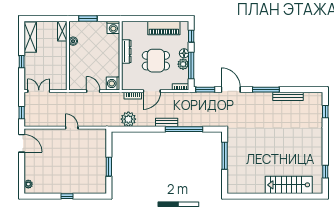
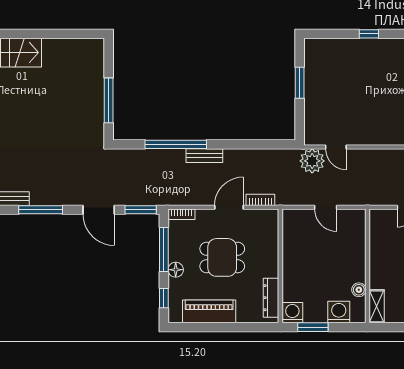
window: (88, 18) -> (313, 327), moved
dresser: (126, 51) -> (271, 298), moved
plant: (183, 64) -> (177, 252), removed
washing machine: (113, 84) -> (339, 312), moved, turned -90
plant: (128, 119) -> (312, 161), moved
door: (72, 128) -> (336, 147), moved

